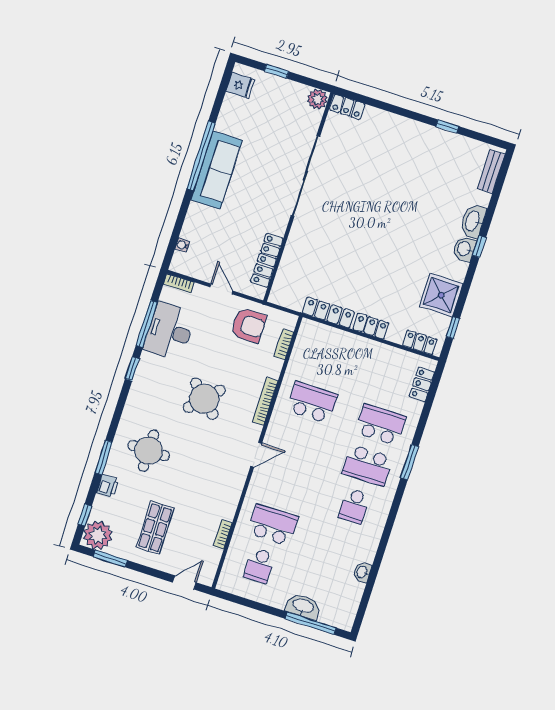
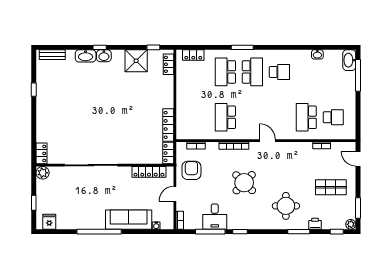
sofa: (217, 170) -> (129, 220), moved
locker: (371, 326) -> (168, 153), moved
desk: (169, 331) -> (215, 217), width x0.73
plant: (98, 535) -> (351, 224), width x0.53, depth x0.53
washbasin: (303, 606) -> (349, 60), moved

